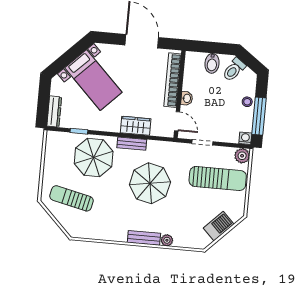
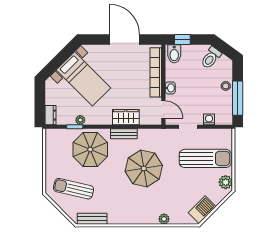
window: (205, 47) -> (182, 40), added
bidet: (212, 63) -> (174, 54), moved
dresser: (54, 111) -> (51, 115), width x0.70
plant: (86, 124) -> (80, 120), added
washing machine: (245, 138) -> (209, 119), moved
plant: (242, 156) -> (226, 182), moved
barbecue: (219, 226) -> (202, 210), moved
bench: (144, 238) -> (92, 219), moved

